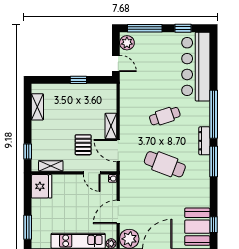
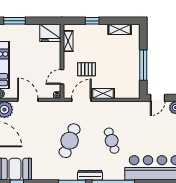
window: (78, 80) -> (143, 65), width x2.17
window: (28, 151) -> (92, 21), moved

